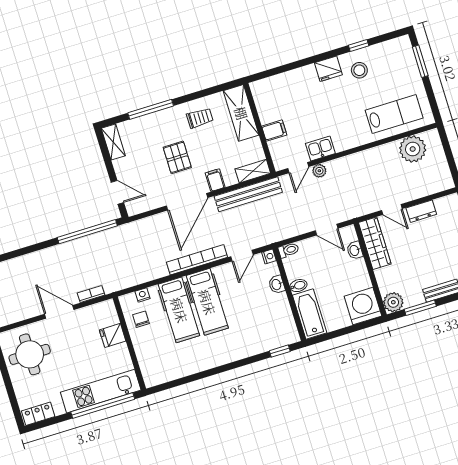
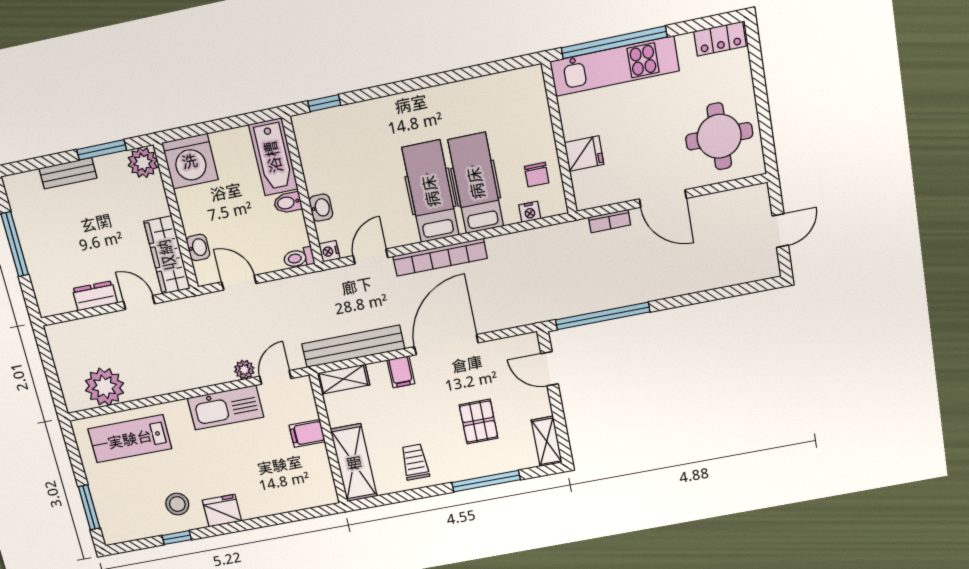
trolley: (200, 118) -> (415, 462), turned 90
kitchen sink: (320, 148) -> (225, 408), width x1.87, depth x1.24
pallet: (177, 157) -> (479, 422), moved

